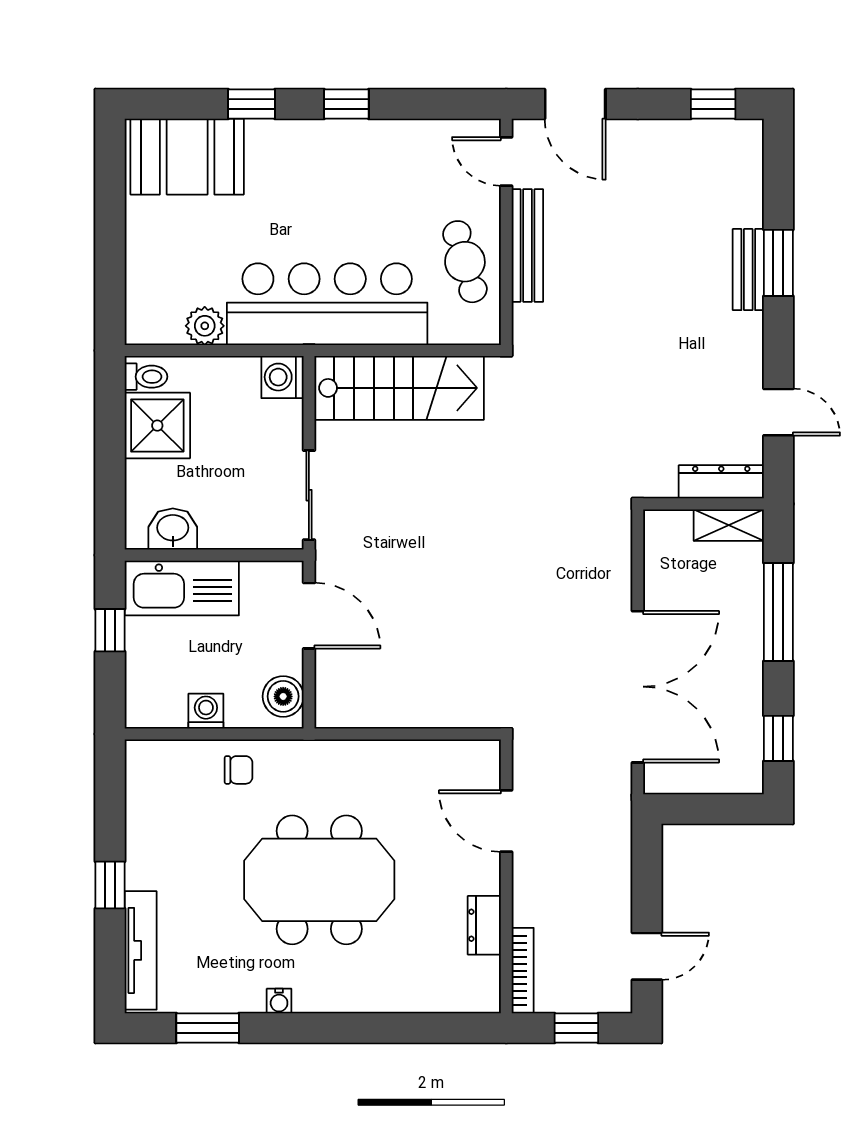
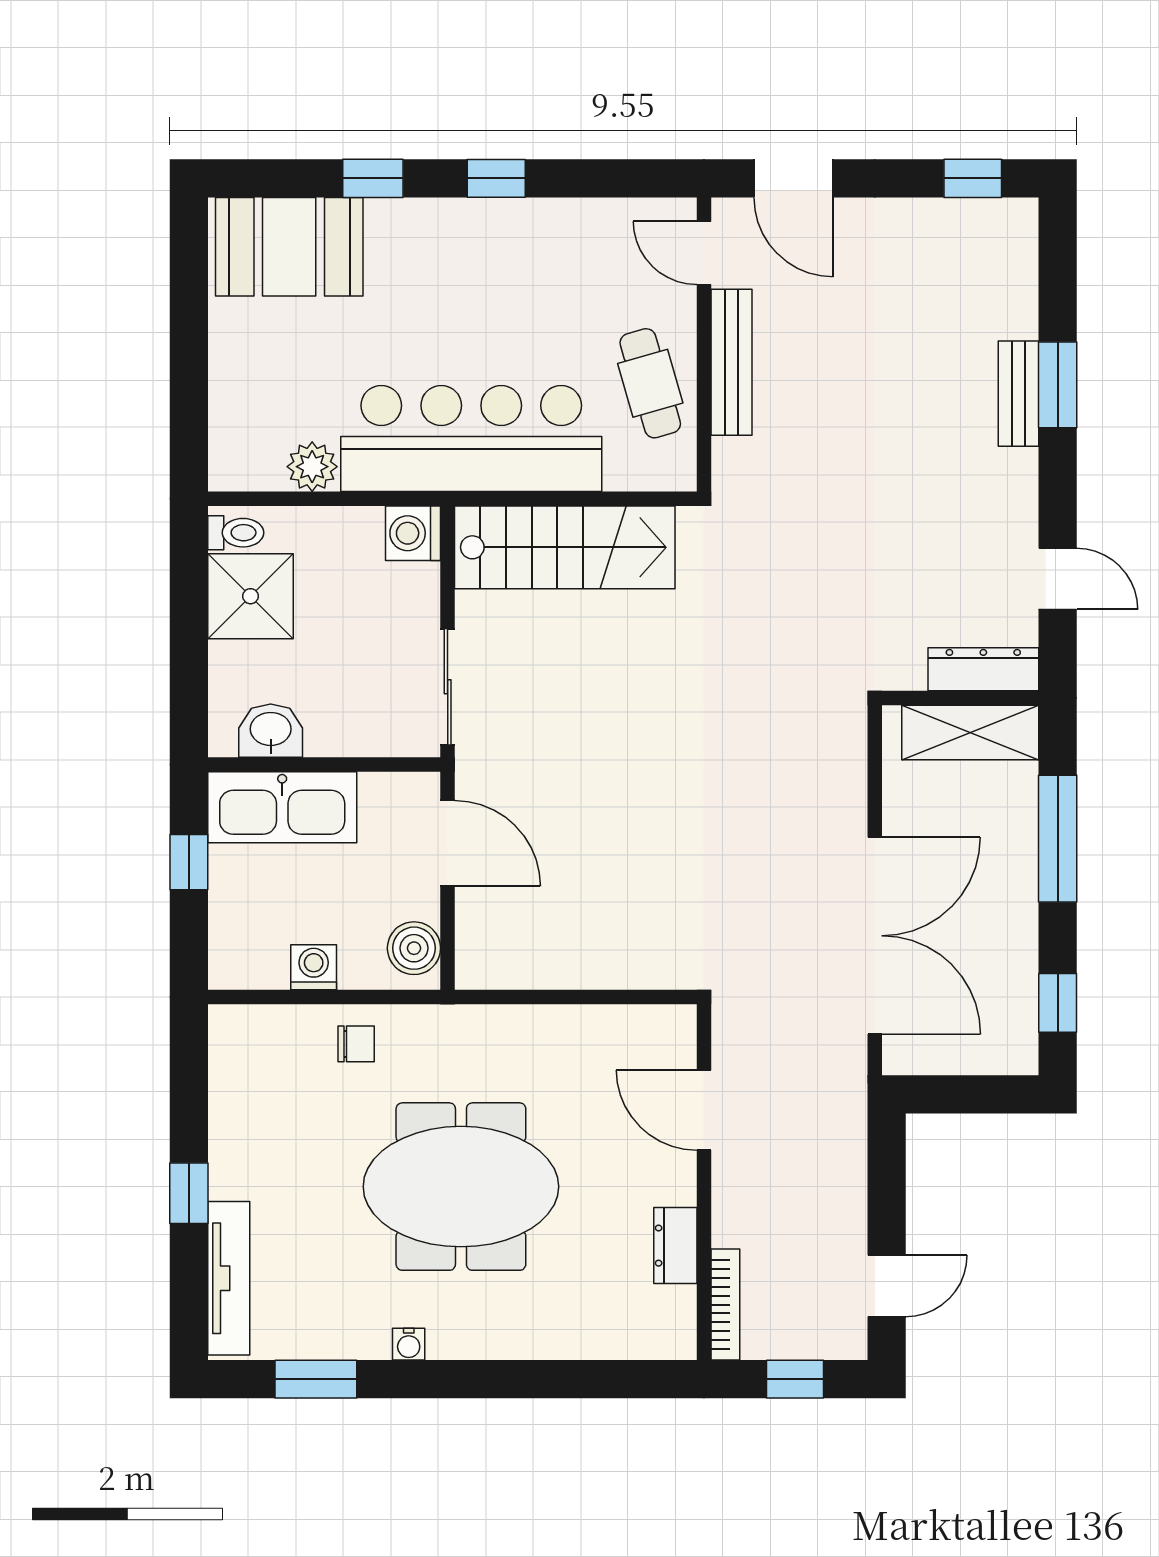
shelving: (729, 525) -> (970, 732), width x1.50, depth x1.33

